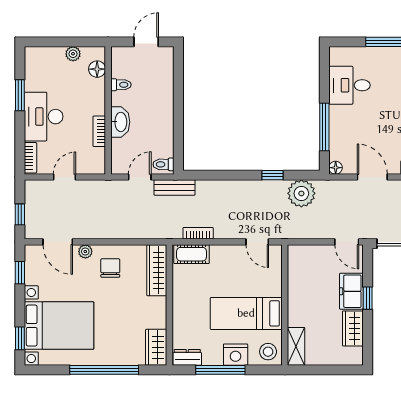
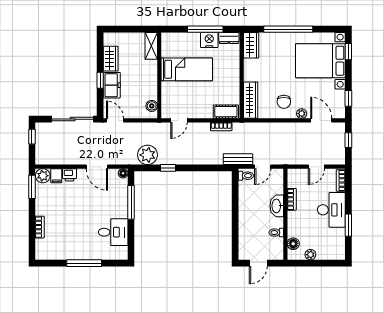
door: (257, 242) -> (179, 120), swing flipped
boiler: (295, 262) -> (152, 106), added
stool: (268, 352) -> (171, 42), removed
nightstand: (236, 355) -> (209, 40), moved

